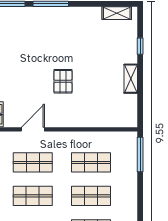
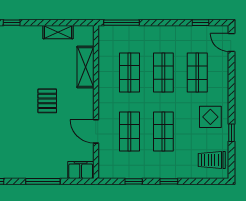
shelving: (131, 79) -> (58, 32), moved
pallet: (63, 81) -> (47, 101), turned 90
shelving: (96, 119) -> (85, 67), added

